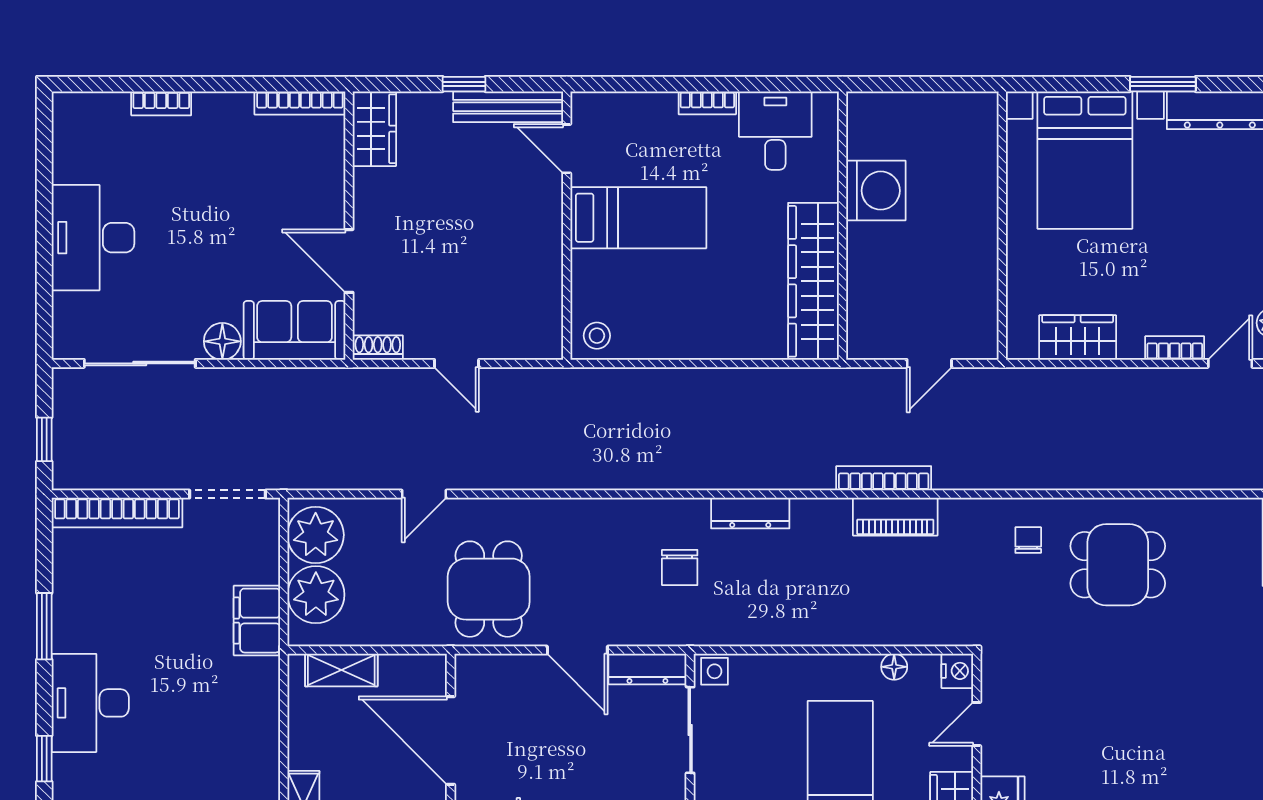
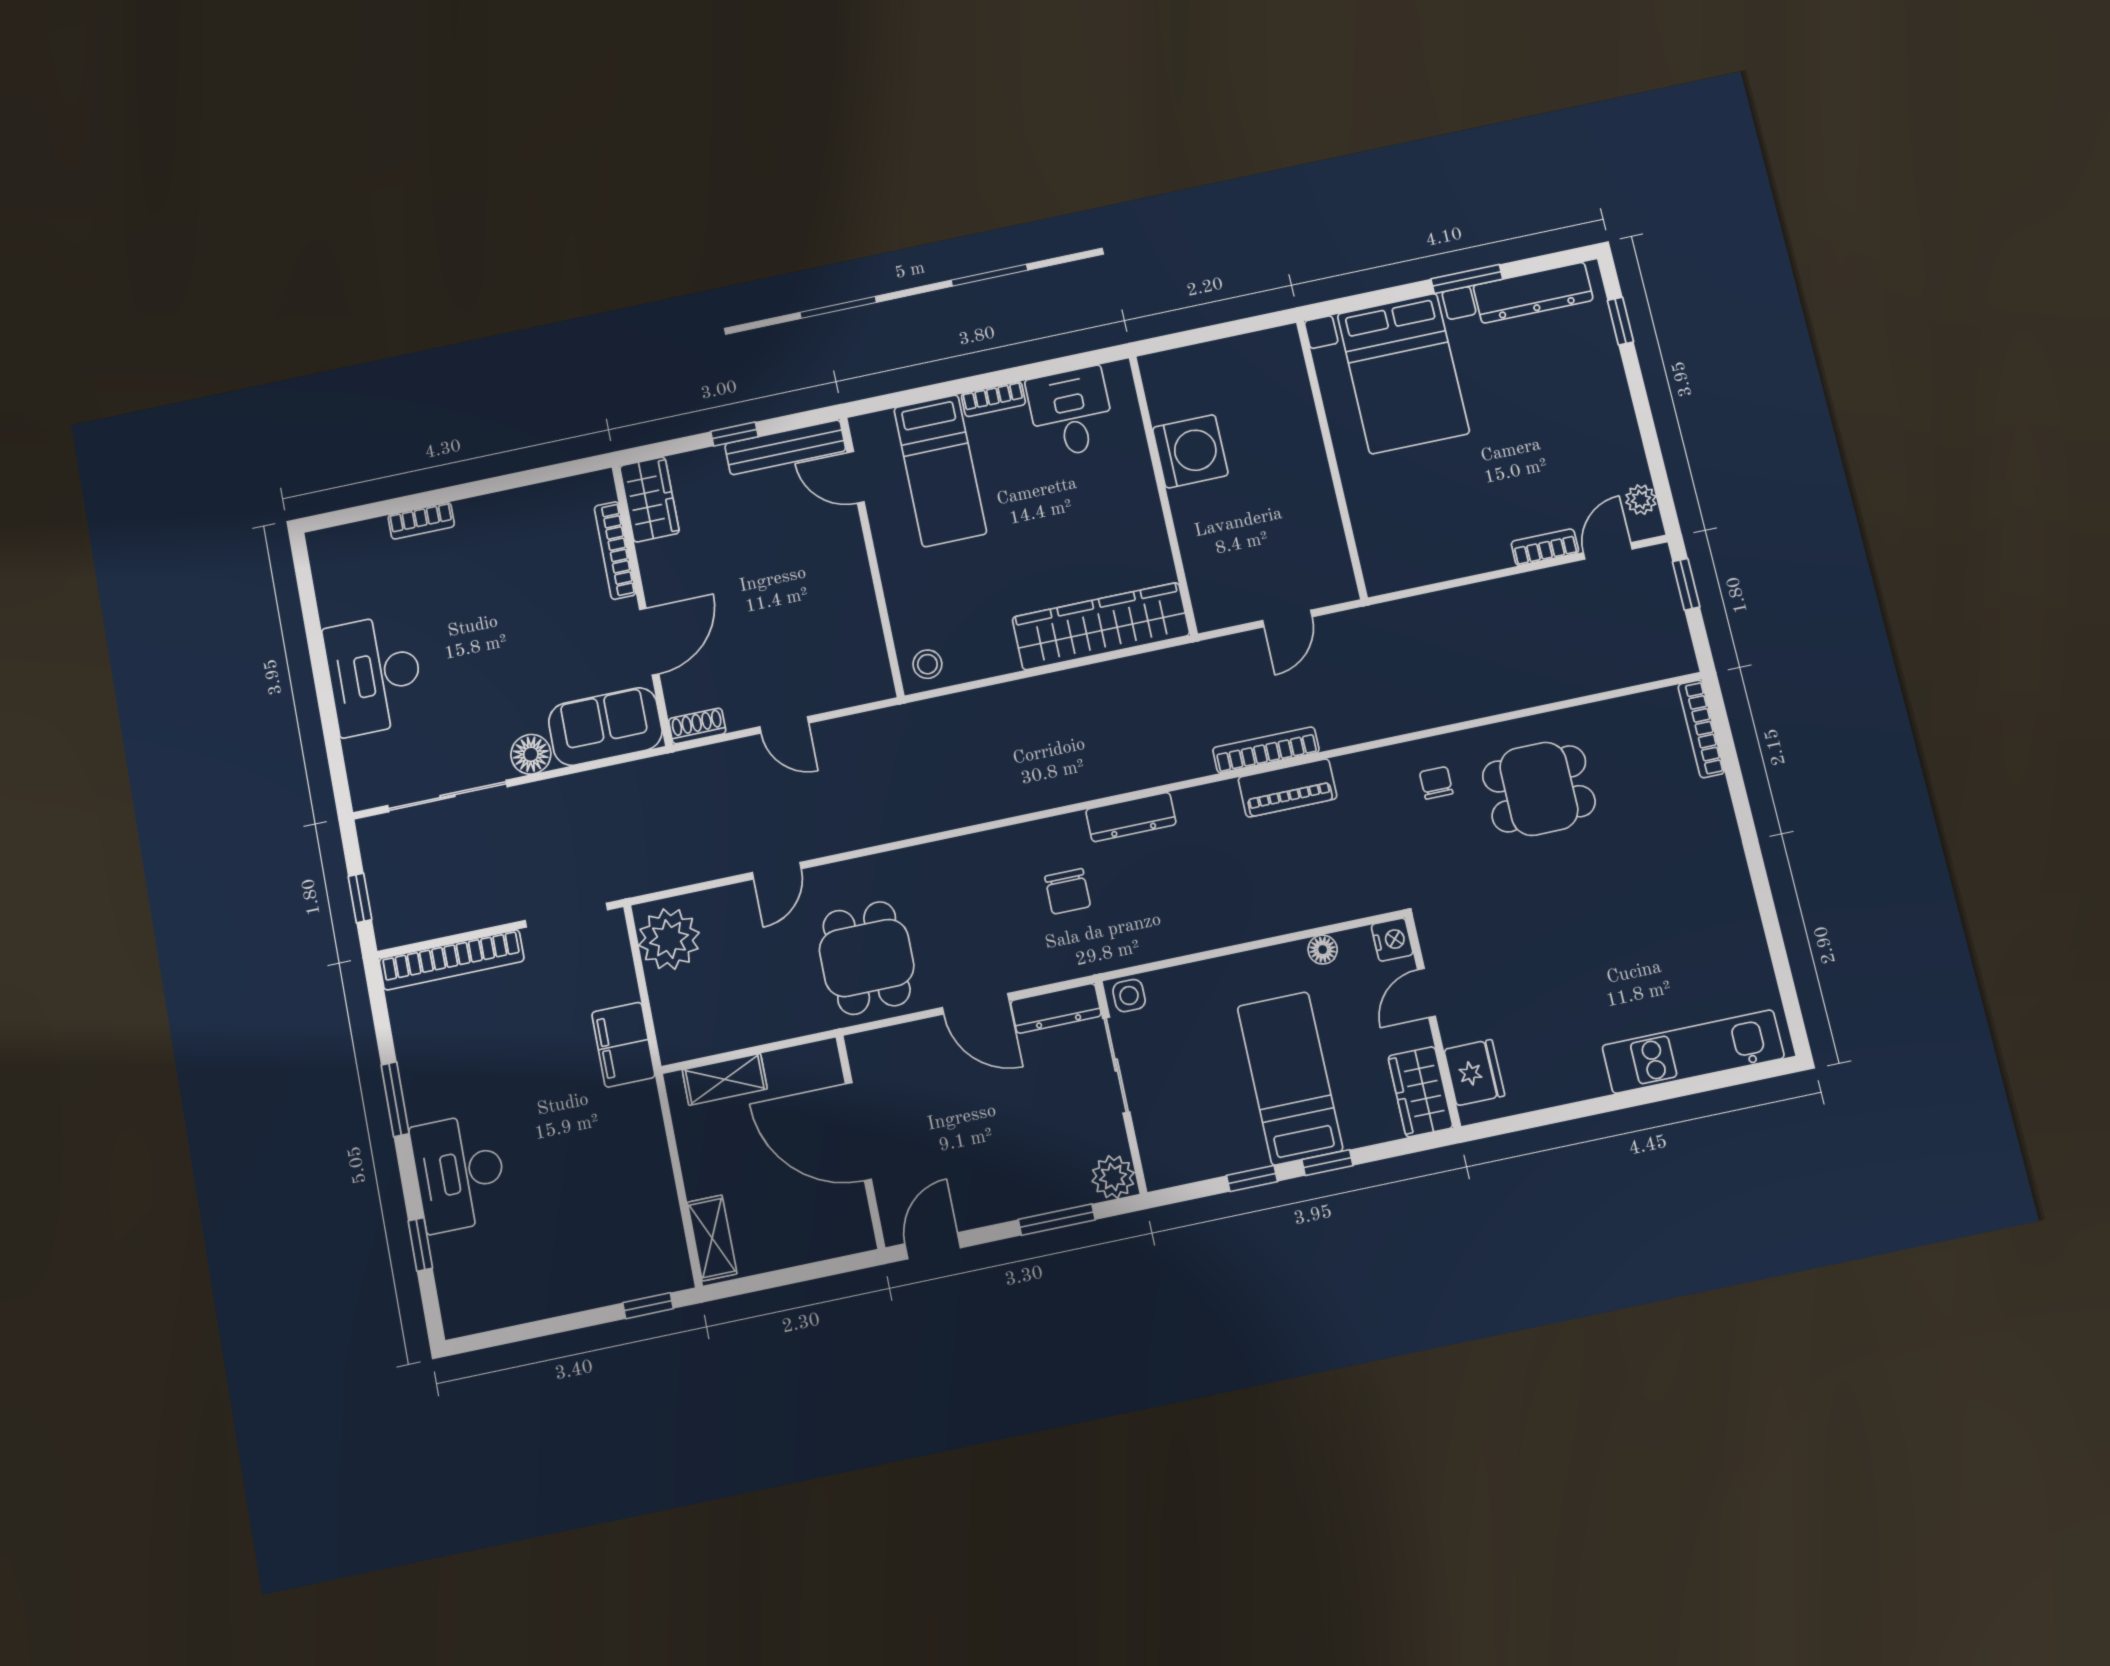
bookcase: (300, 103) -> (615, 550), moved, turned 90
bed: (638, 218) -> (940, 471), moved, turned 90
door: (349, 261) -> (649, 642), swing flipped
wardrobe: (813, 281) -> (1101, 626), moved, turned 90
wardrobe: (1078, 338) -> (1439, 558), removed
plant: (316, 595) -> (682, 1003), removed

